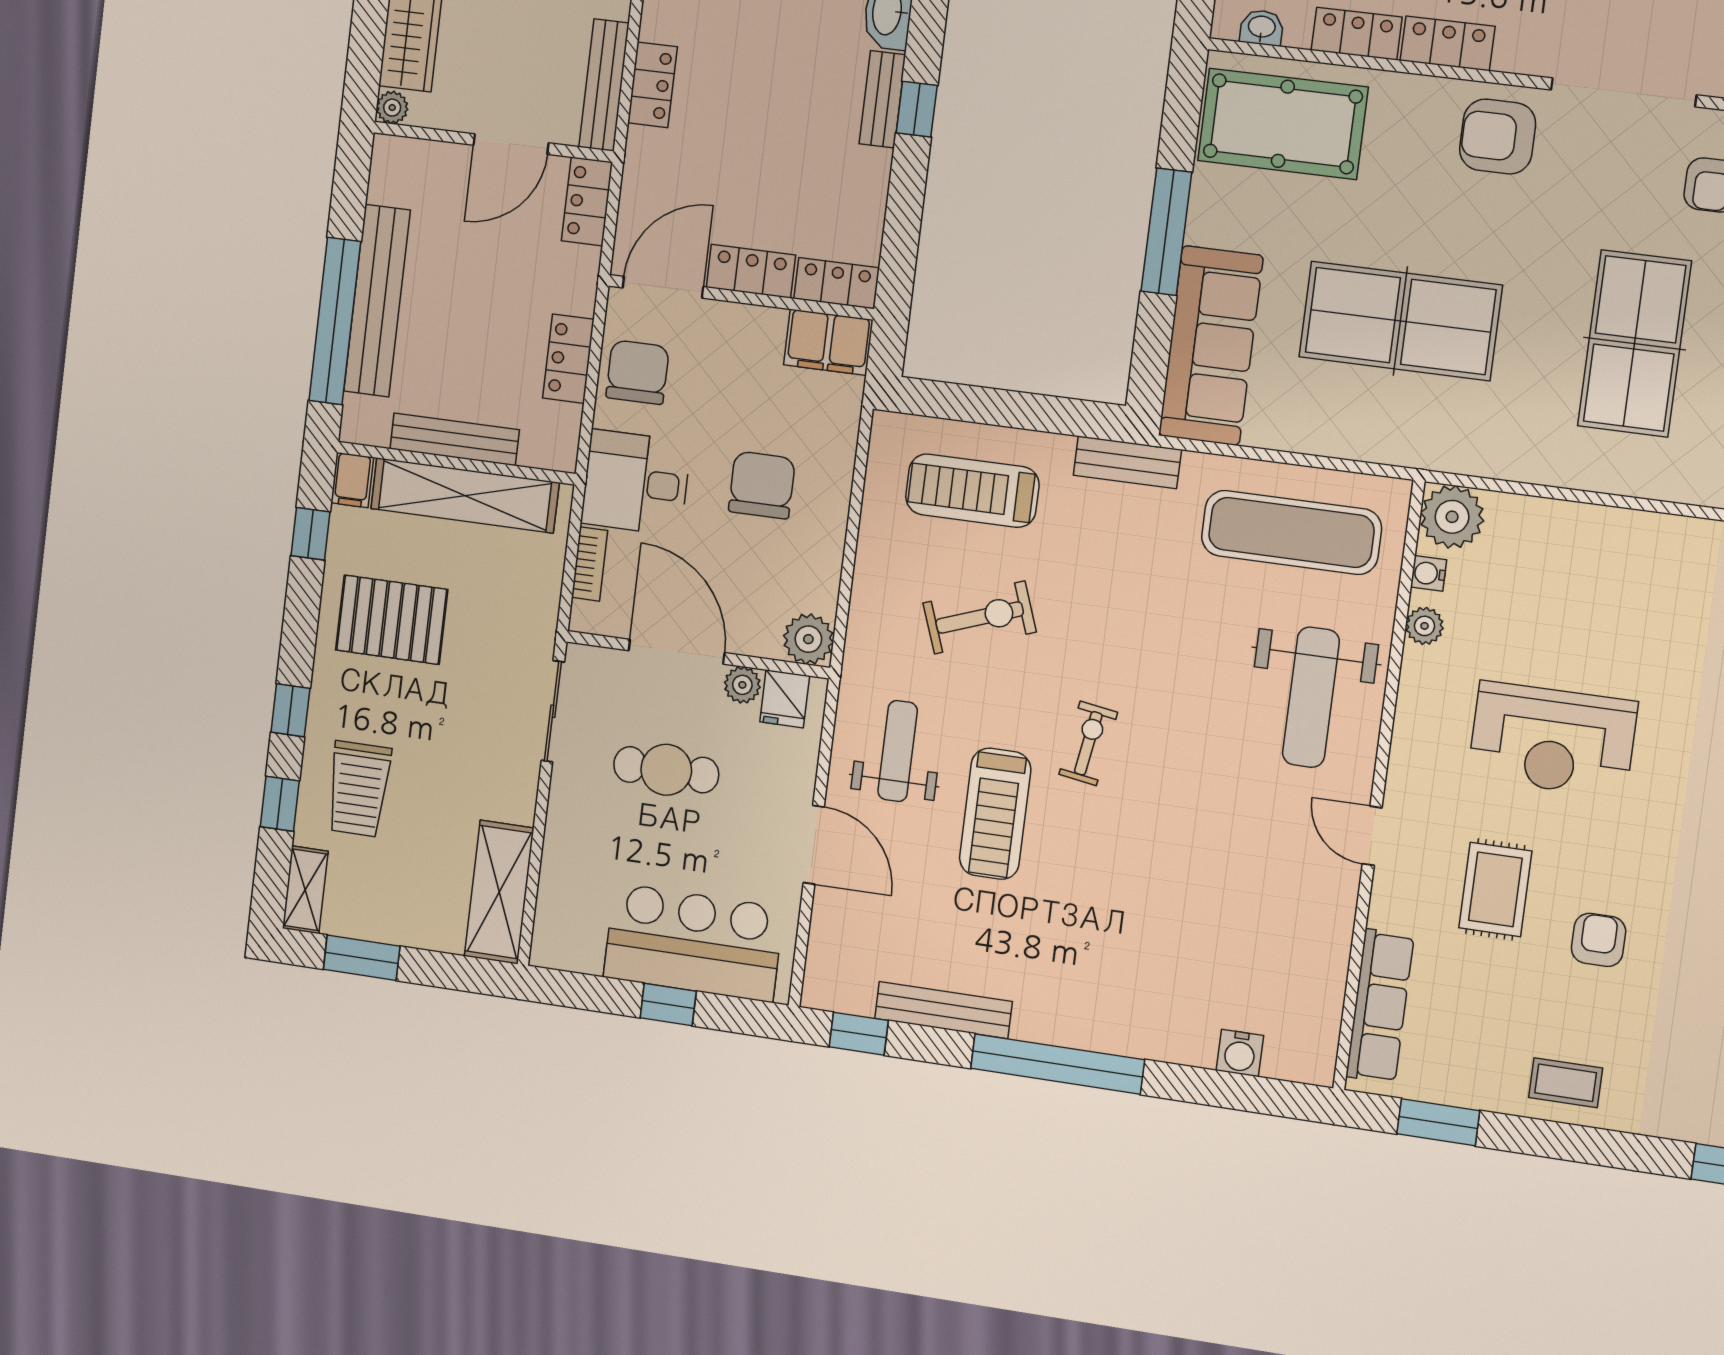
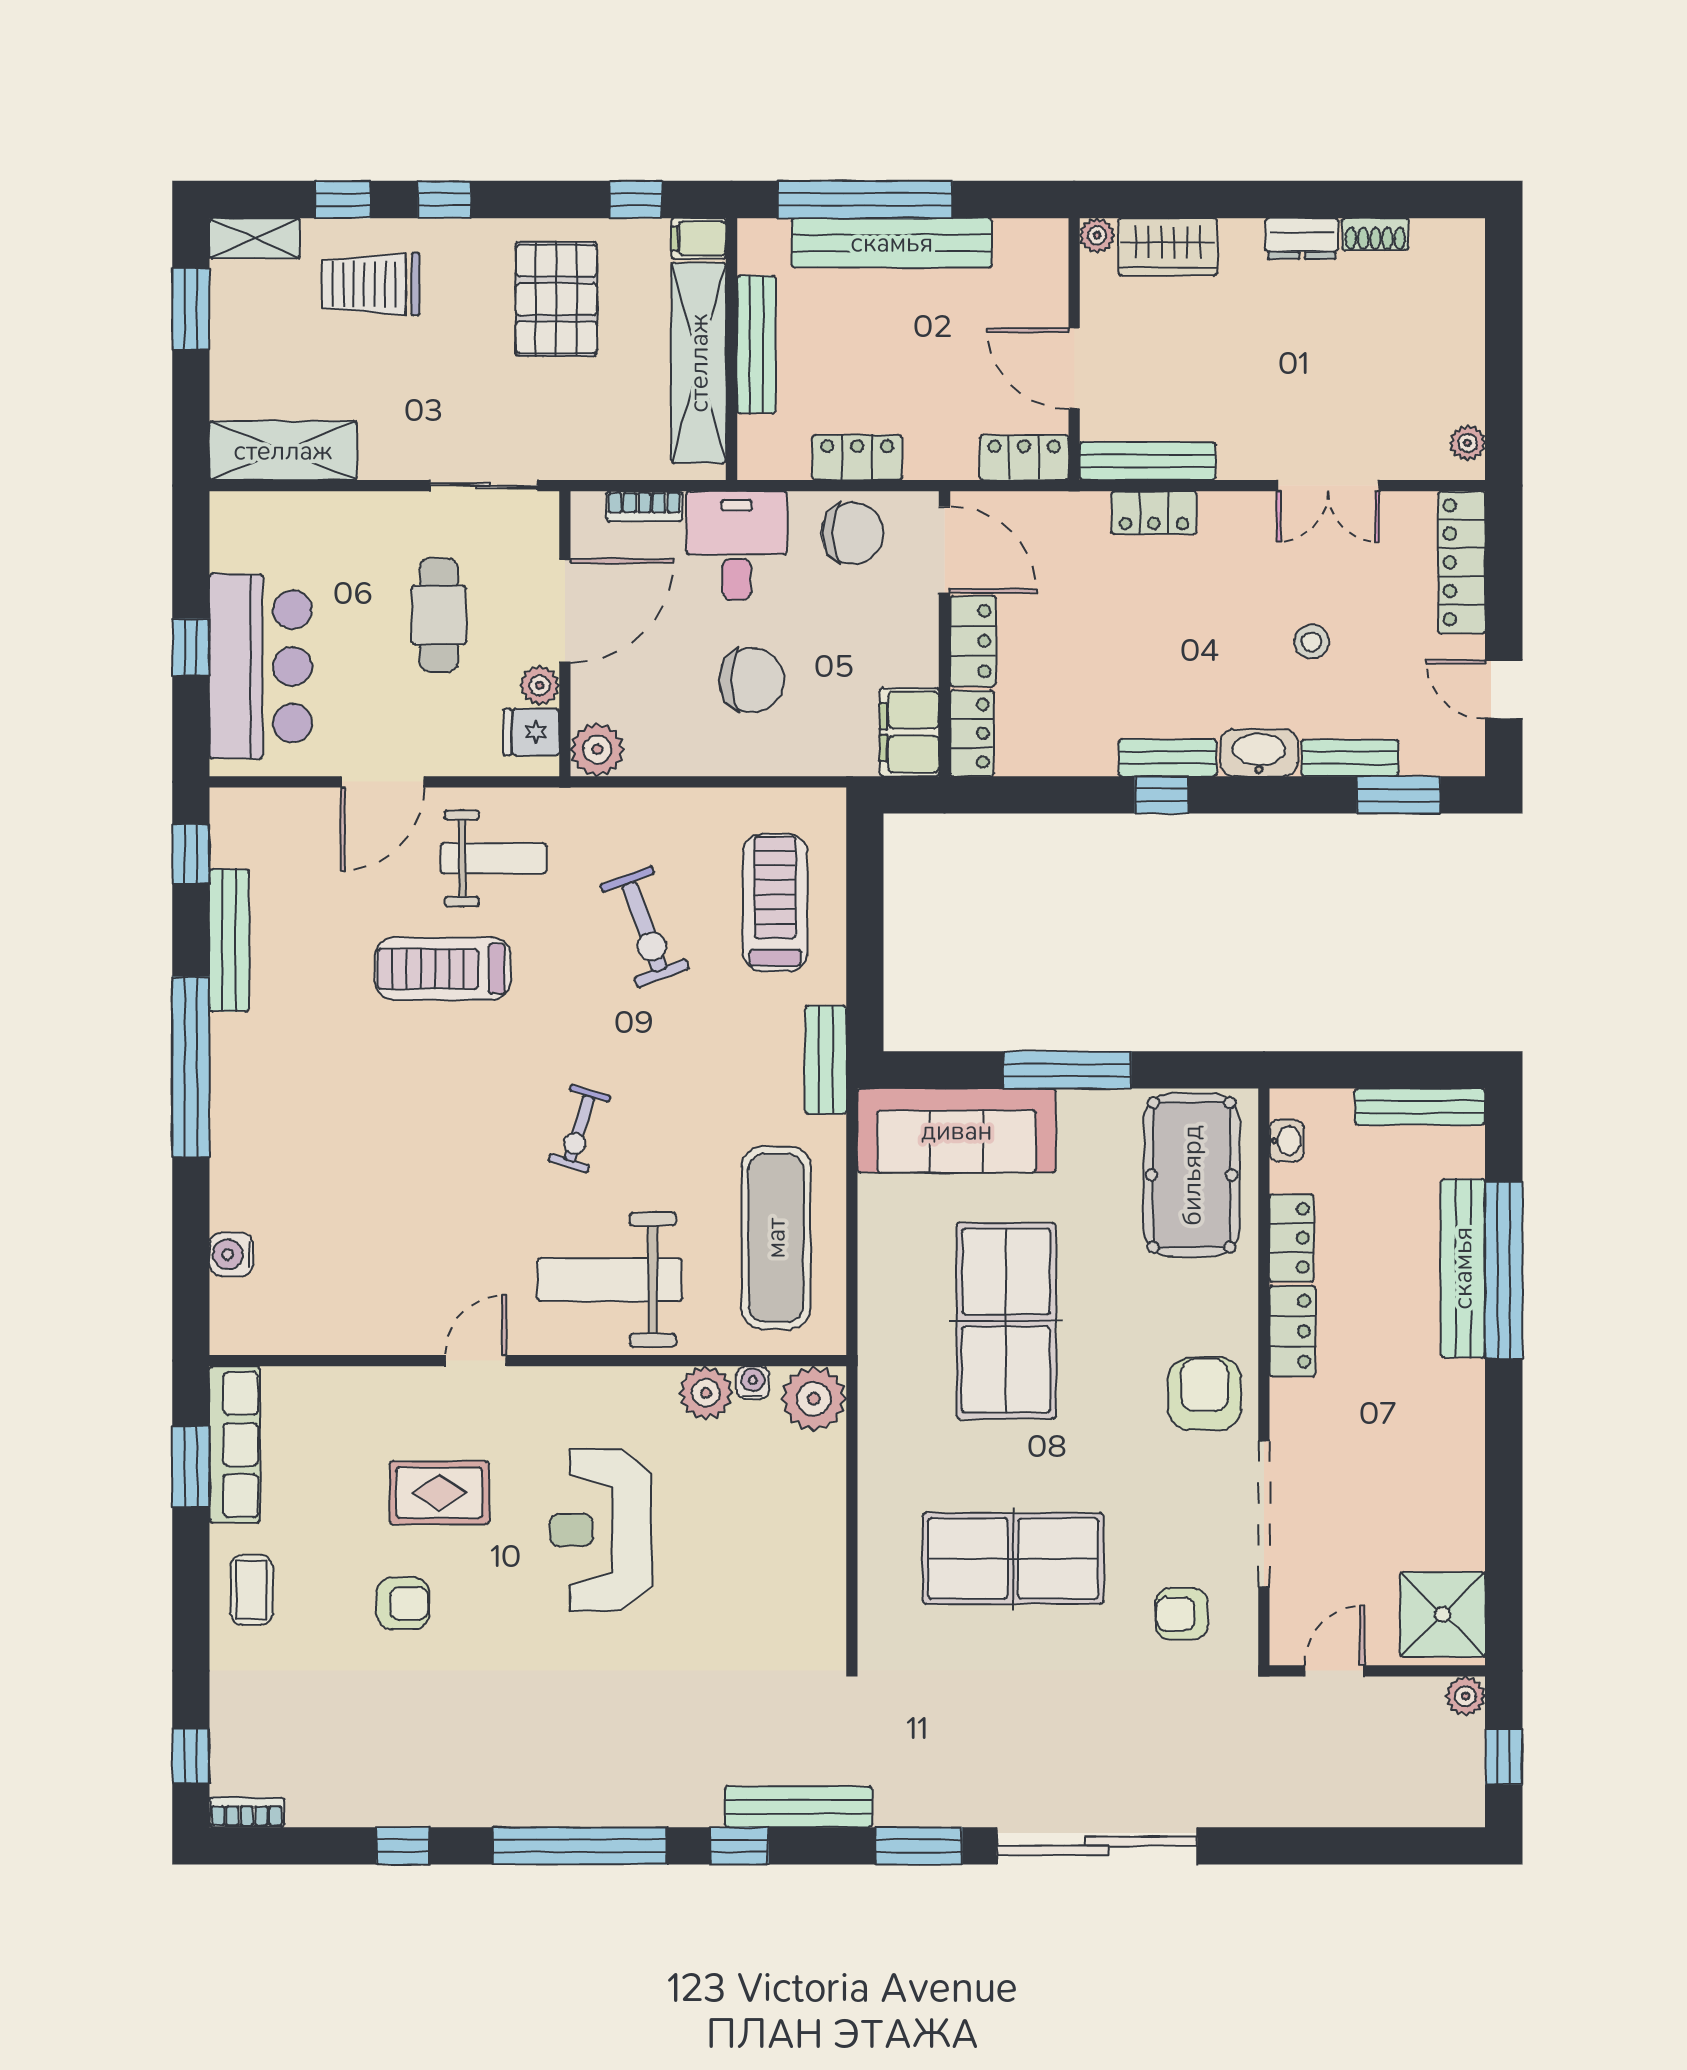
plant: (1425, 626) -> (706, 1393), width x1.38, depth x1.38
exercise bike: (1088, 743) -> (579, 1129), moved, turned 98
row of seats: (1380, 1006) -> (235, 1445), moved, turned -90

